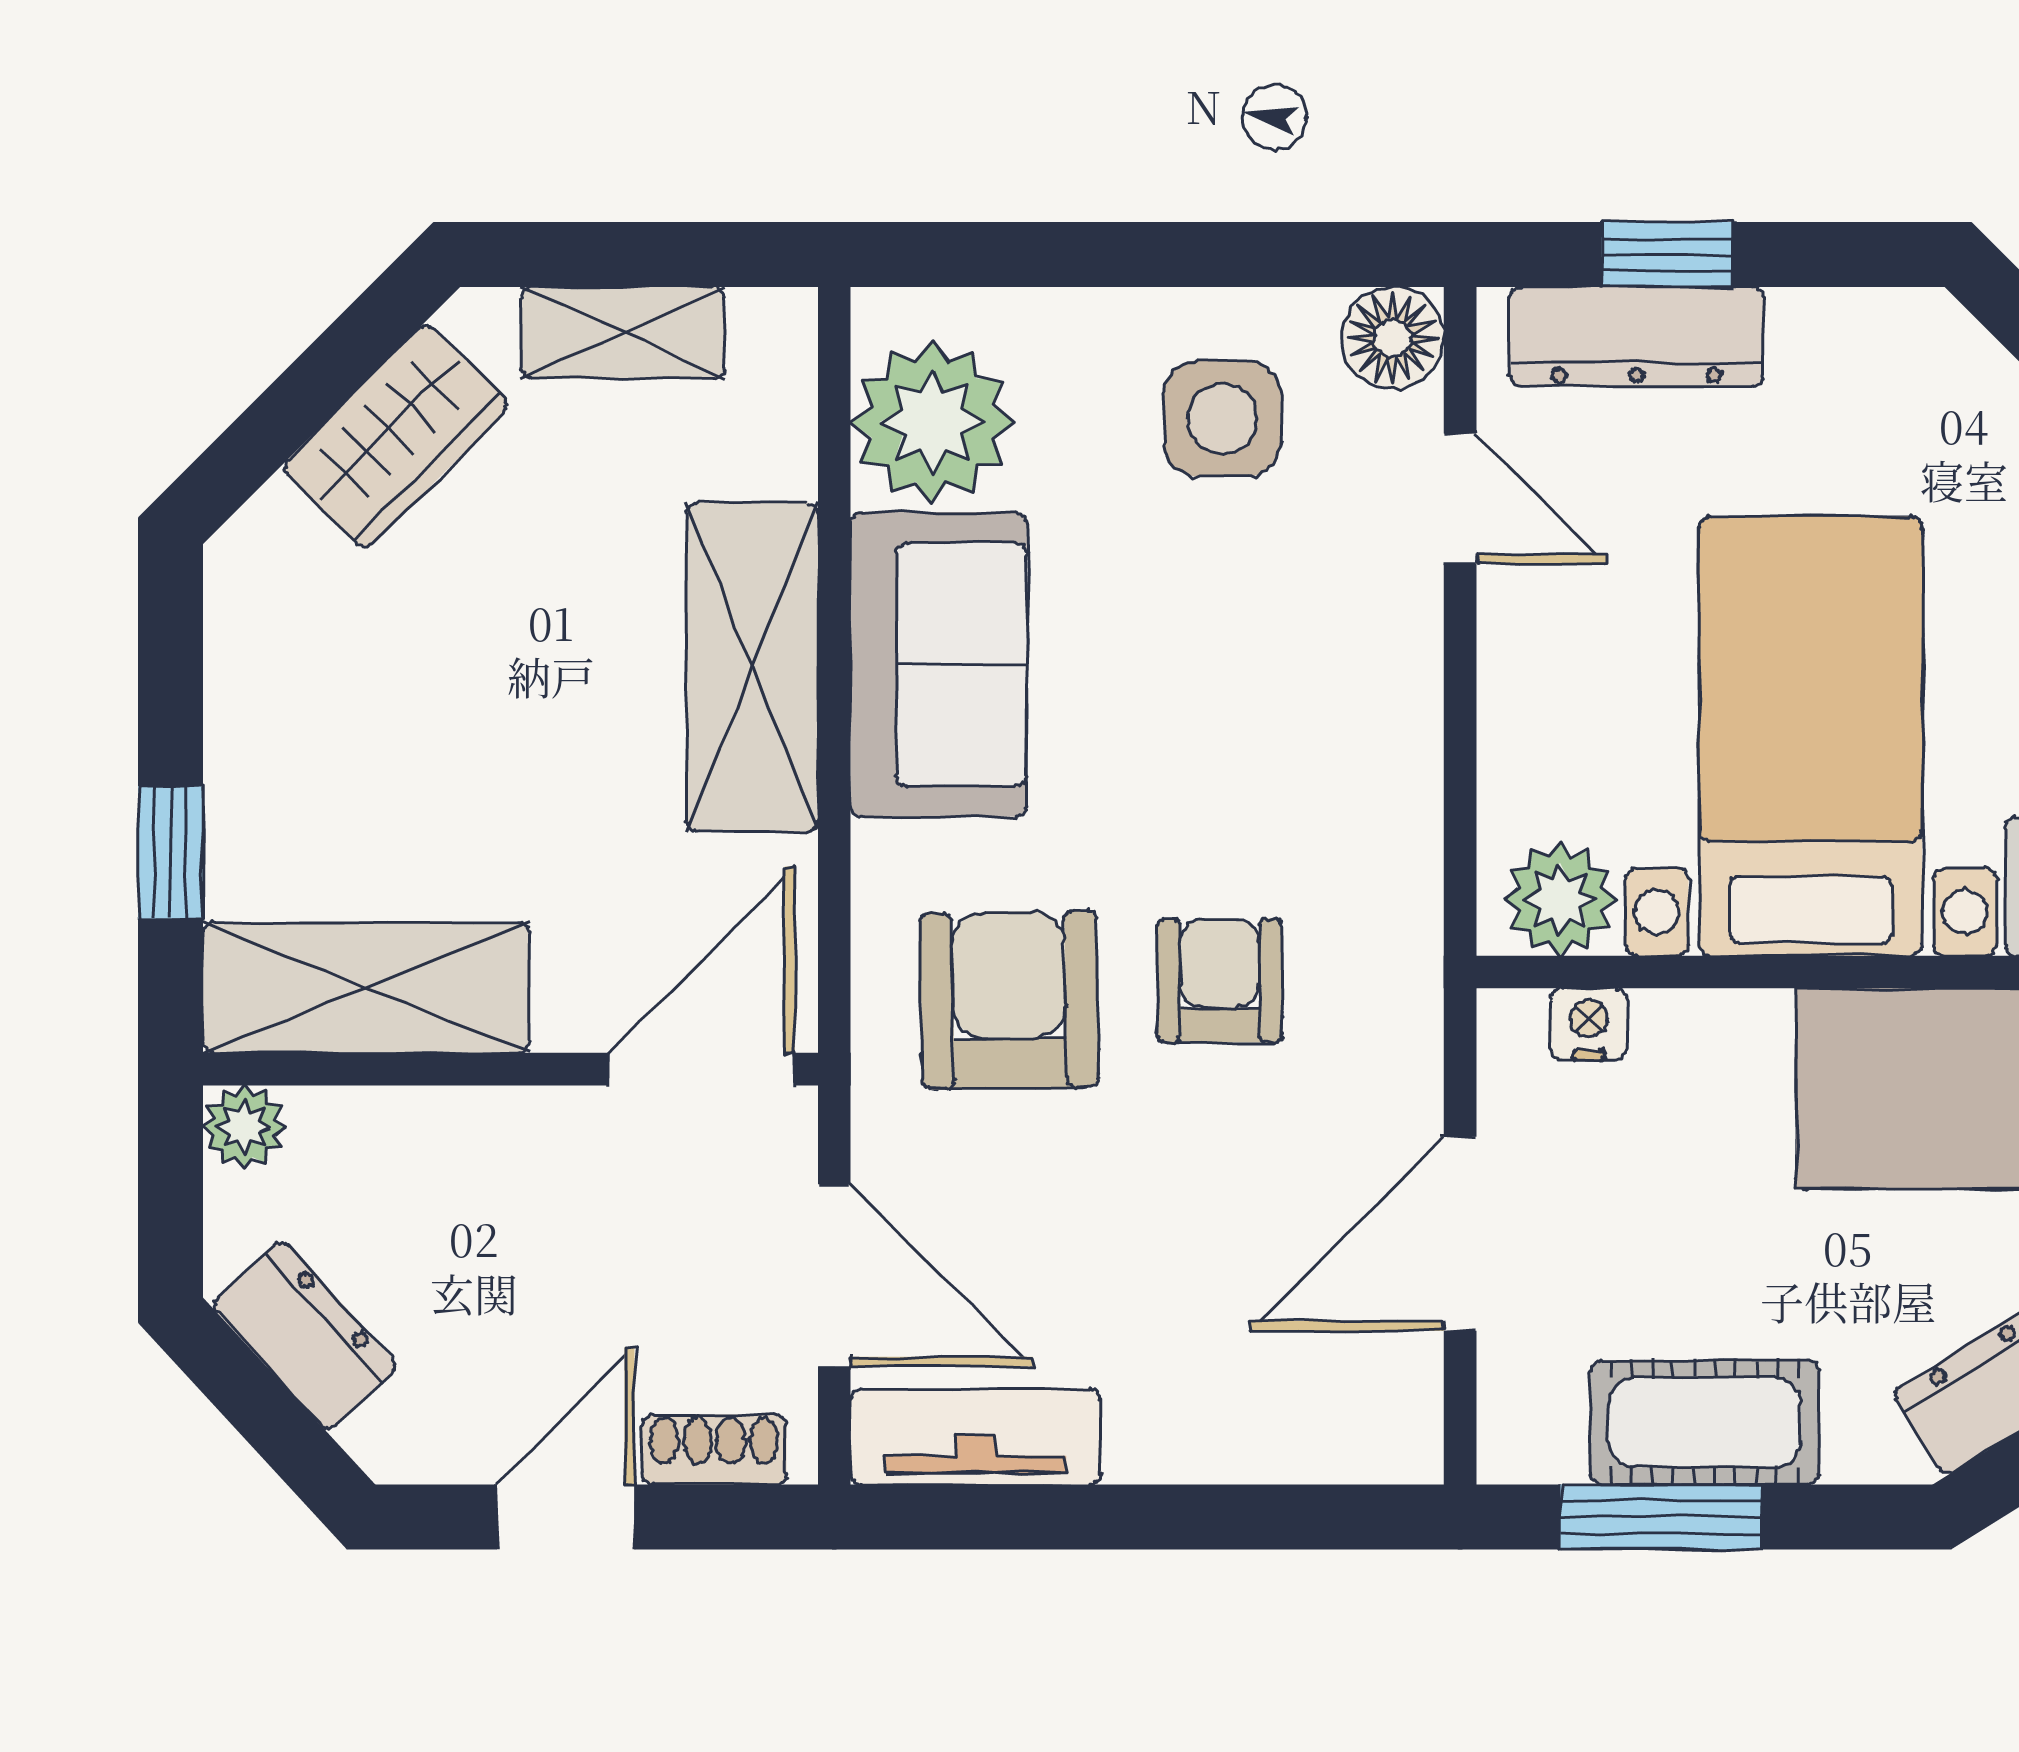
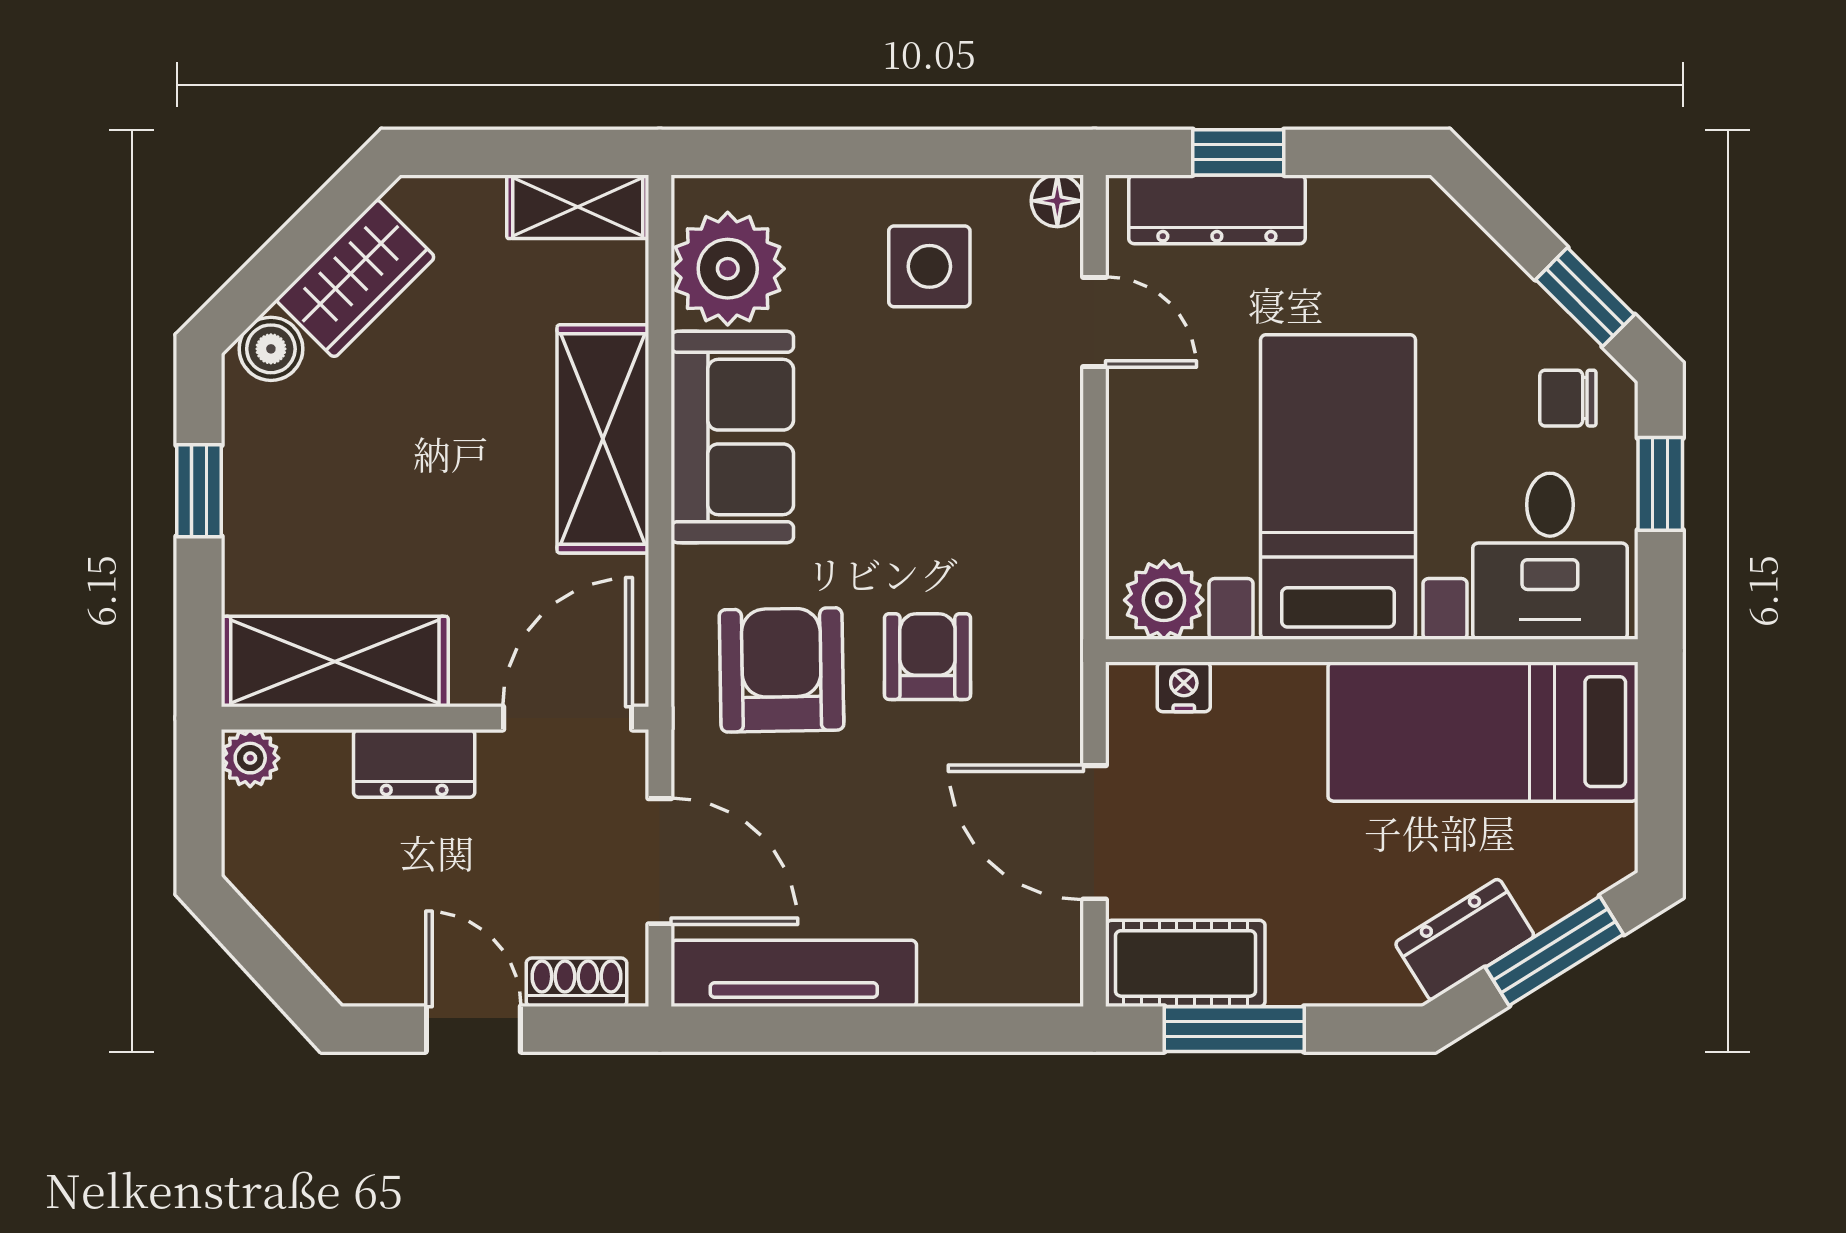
shelving: (623, 333) -> (578, 207), moved
floor lamp: (1393, 338) -> (1057, 201), width x0.73, depth x0.73
boiler: (274, 537) -> (271, 349), added
window: (171, 852) -> (199, 491), moved
door: (1460, 1234) -> (1094, 832), hinge flipped
dresser: (305, 1336) -> (414, 763), moved, turned 133
cot: (1705, 1422) -> (1186, 963), moved
tv unit: (976, 1437) -> (794, 973), width x1.41
door: (566, 1517) -> (473, 1029), hinge flipped

